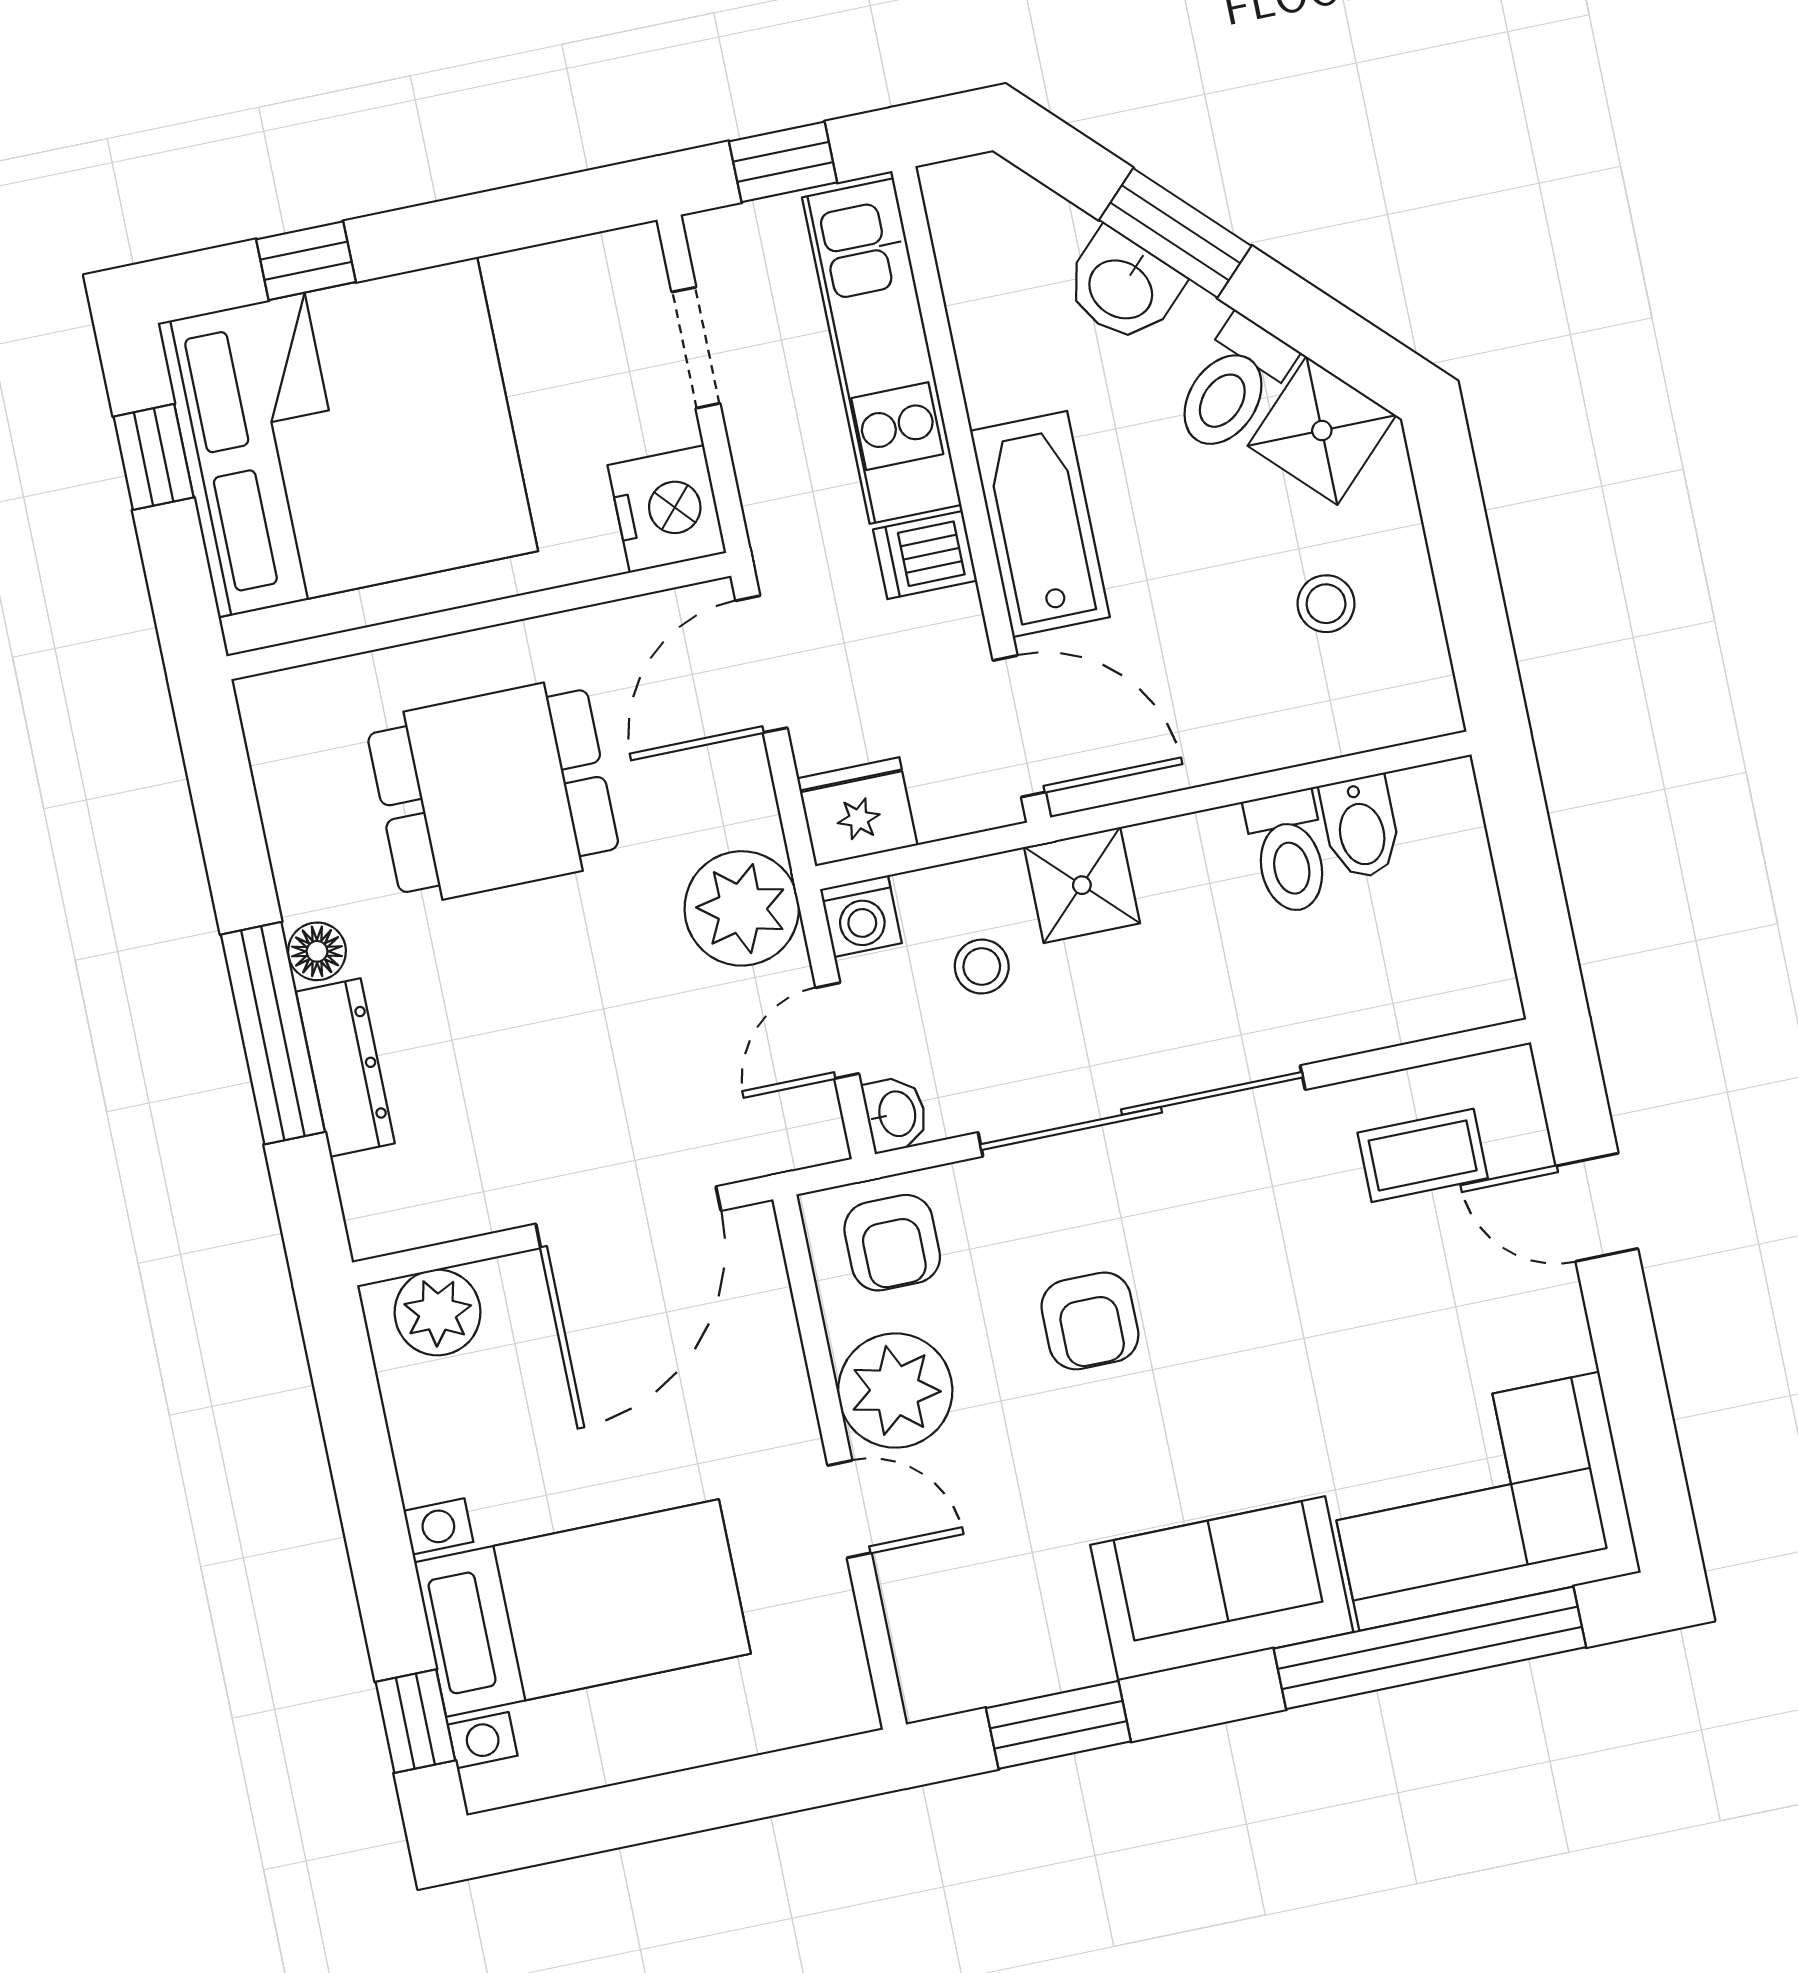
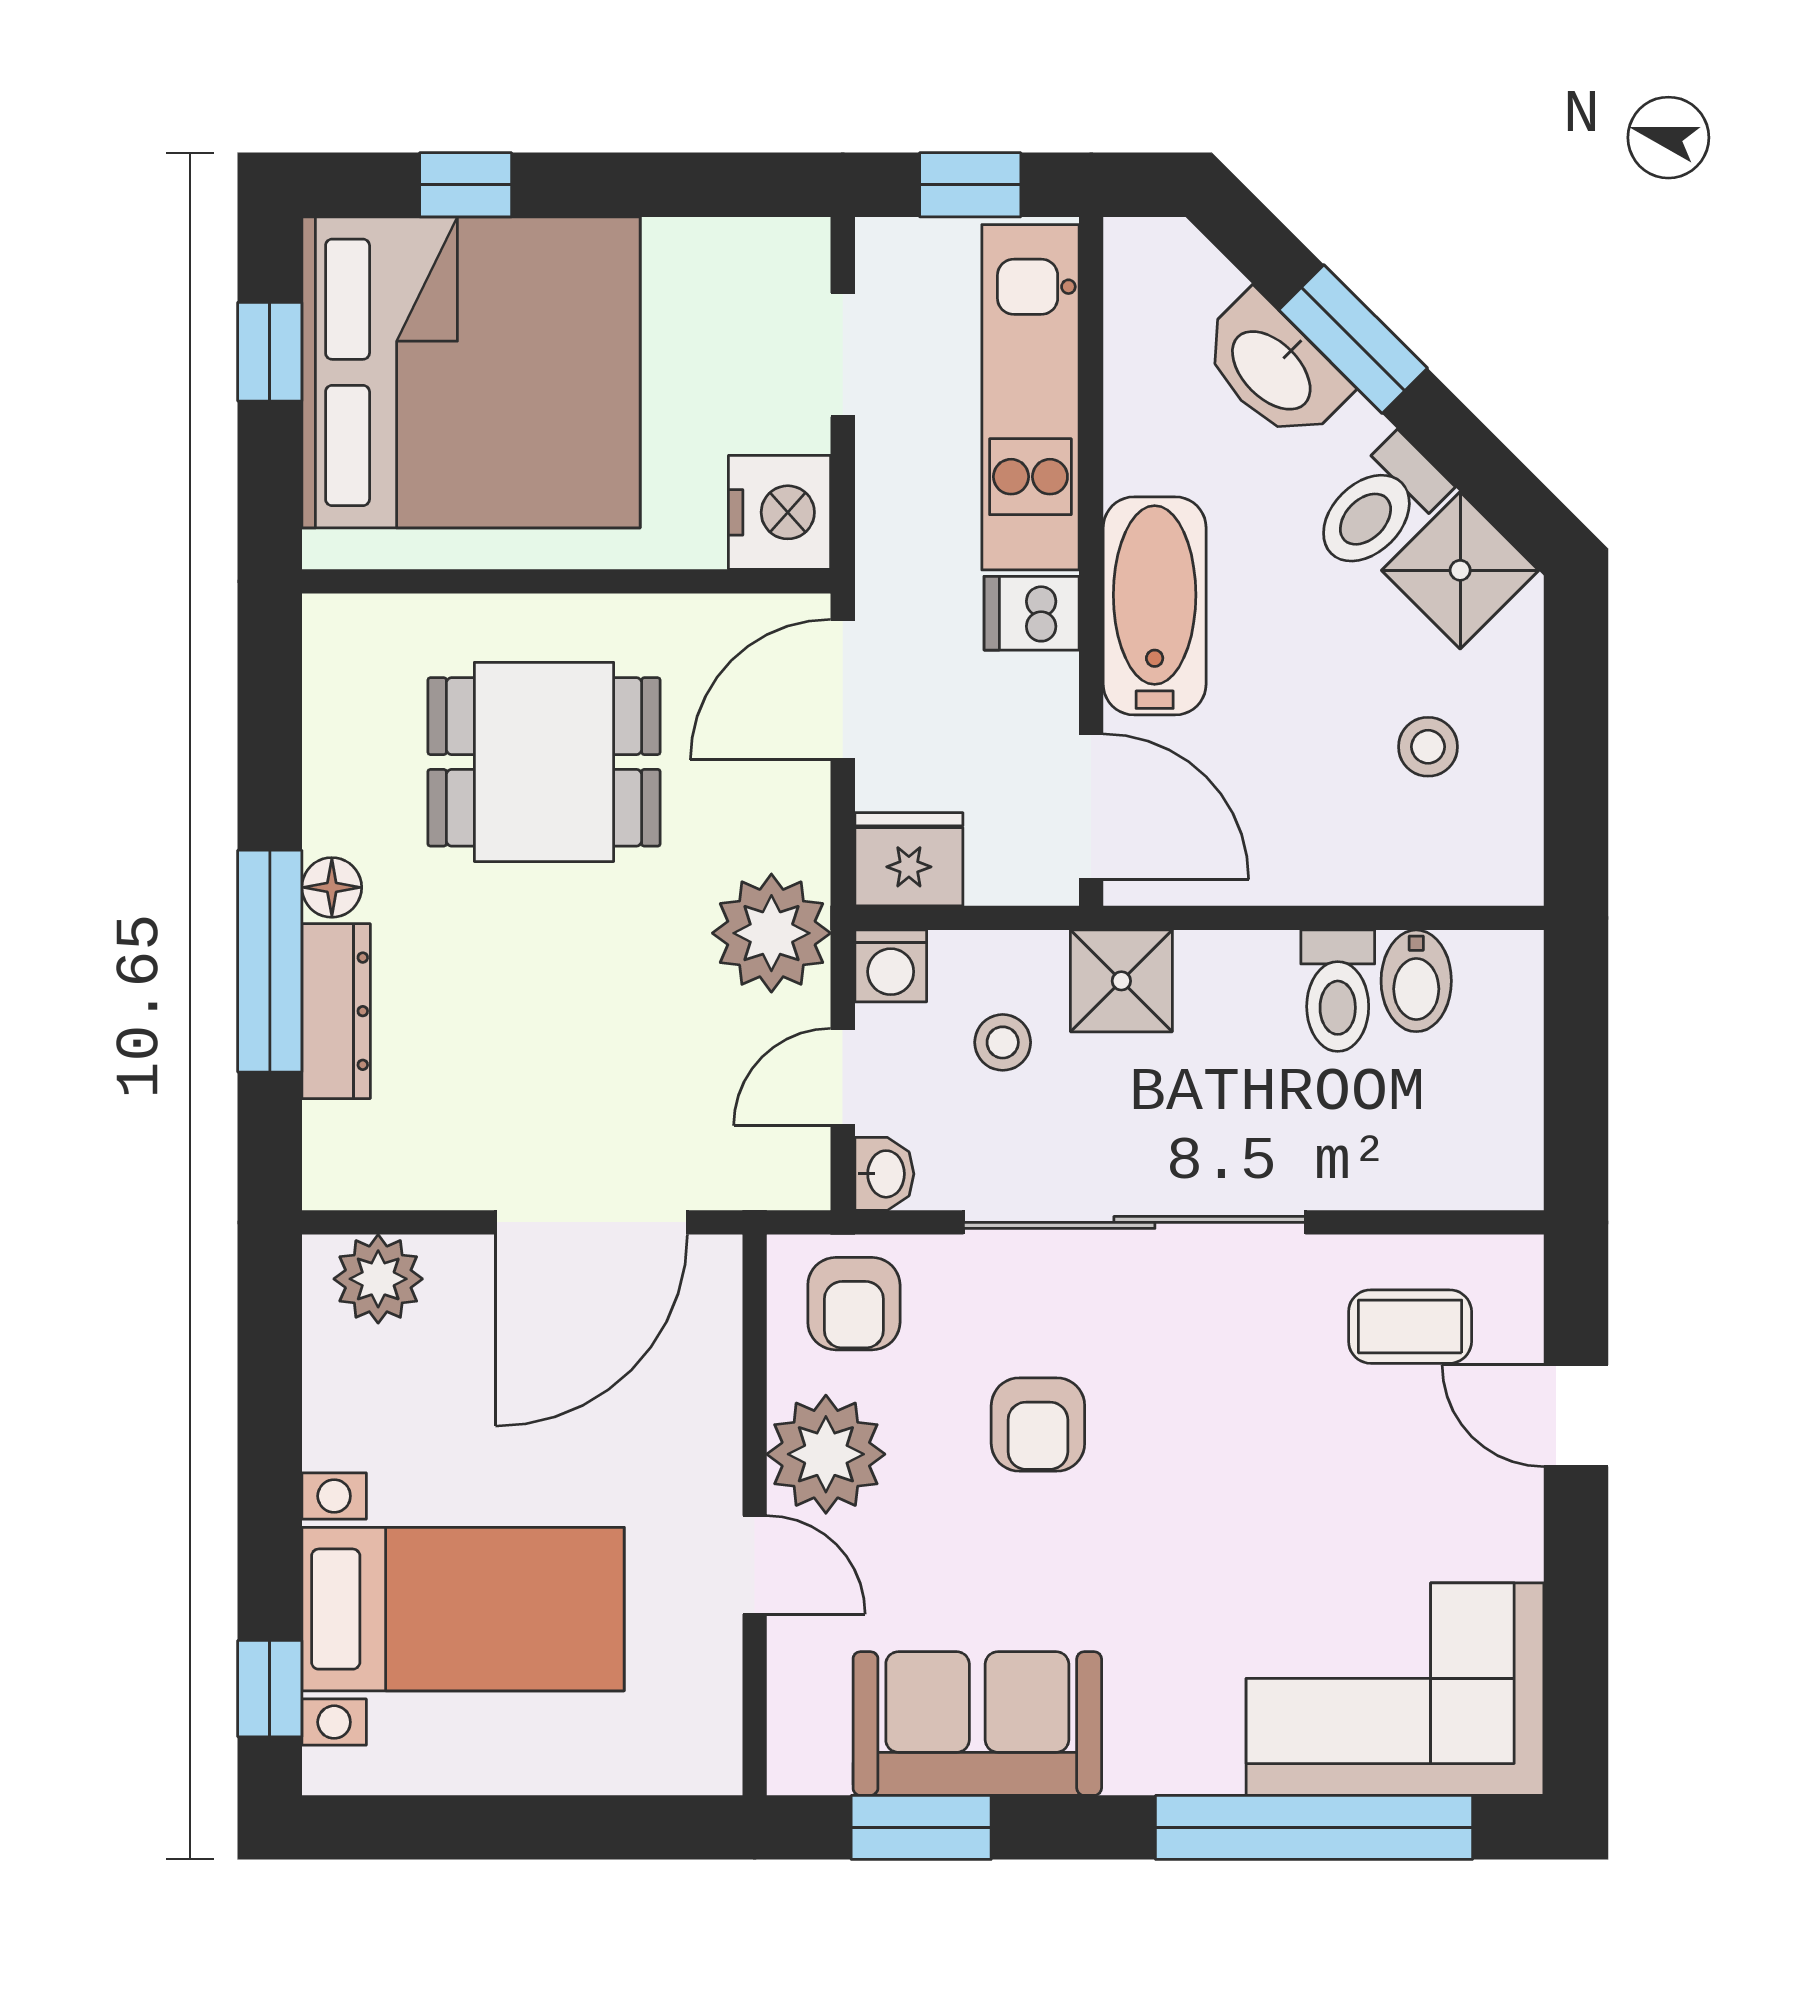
washbasin: (1122, 287) -> (1273, 368), width x1.38
sofa: (1222, 1589) -> (977, 1724), moved

